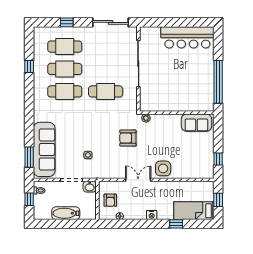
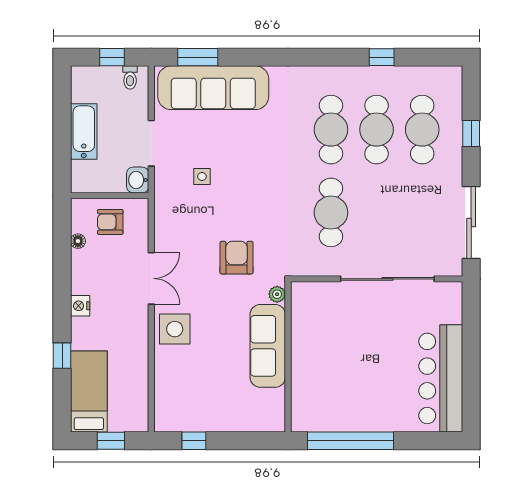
sofa: (196, 123) -> (268, 346), moved, width x1.36

